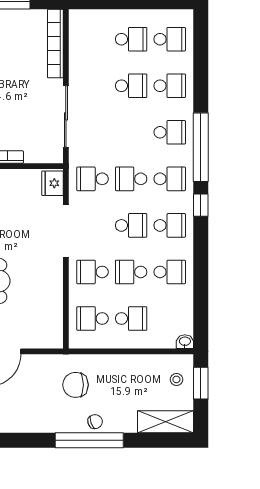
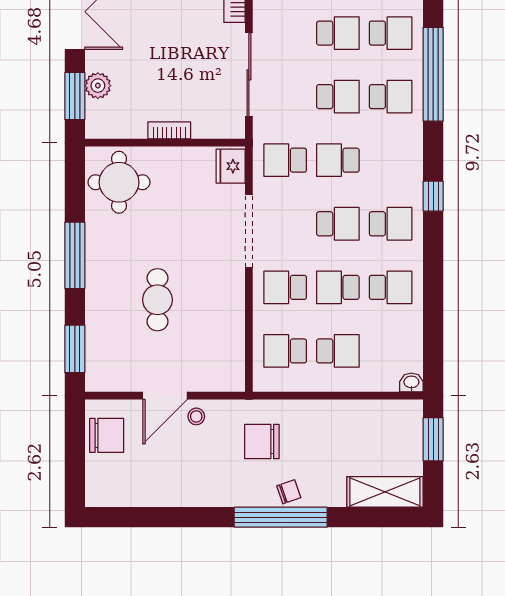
window: (201, 147) -> (433, 74), moved
school desk: (170, 179) -> (338, 97), moved
stool: (176, 379) -> (196, 416), moved

